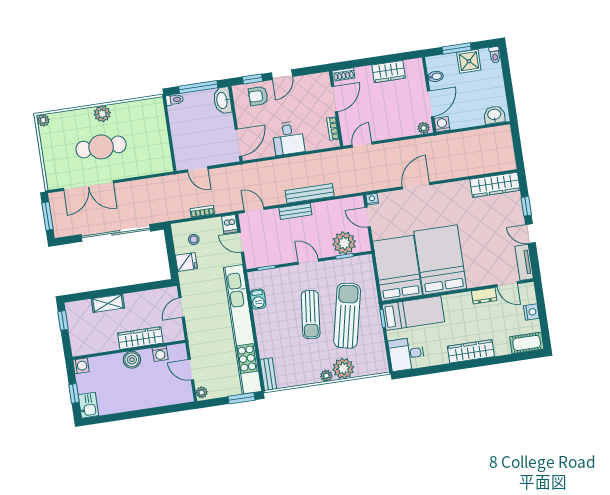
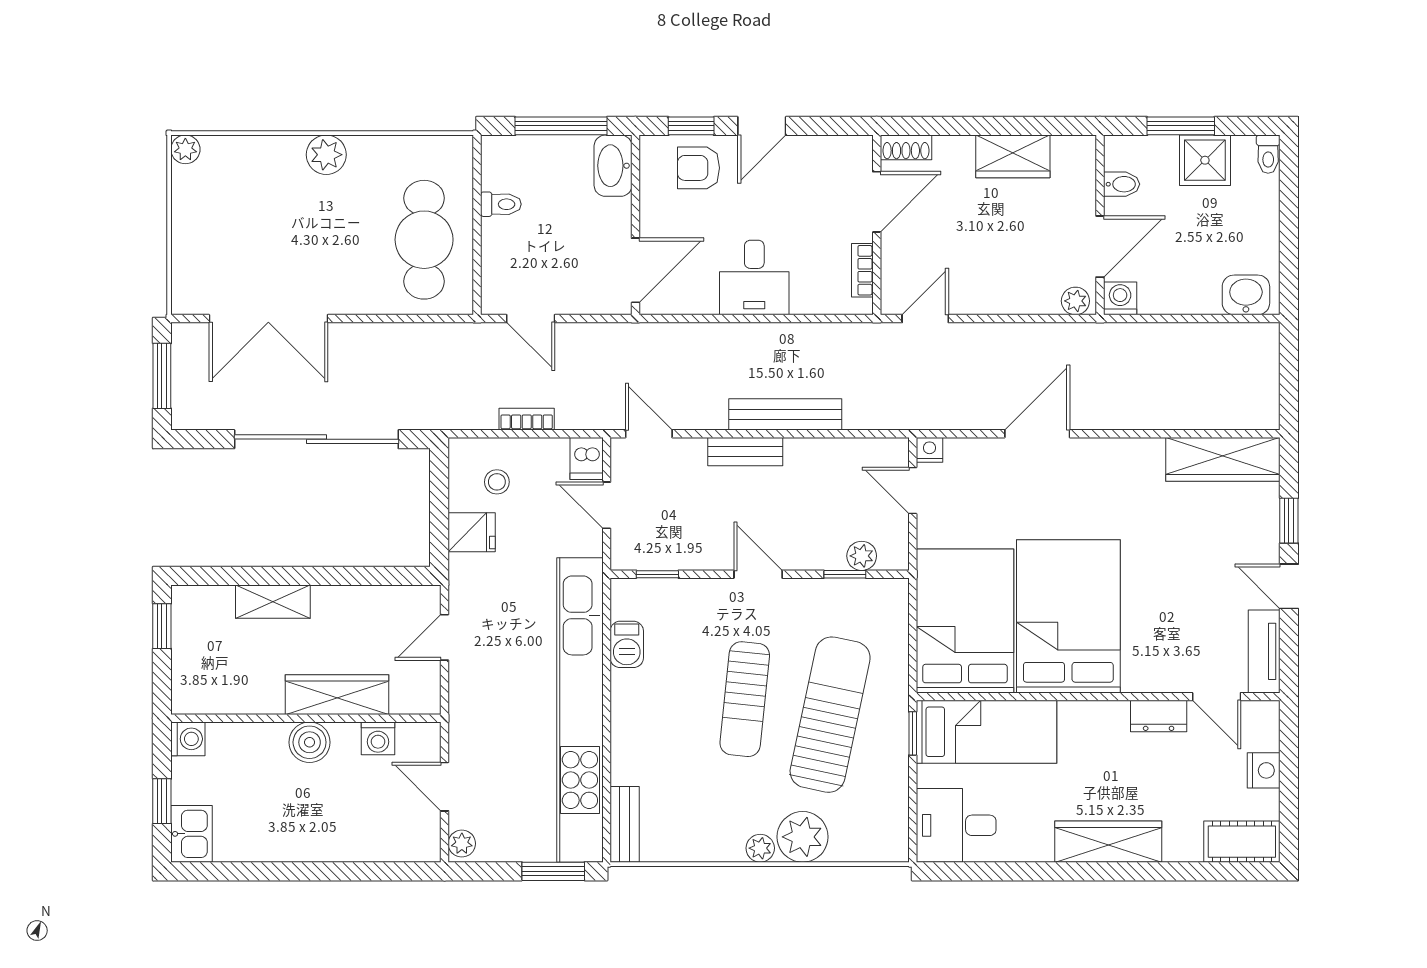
toilet: (175, 100) -> (501, 204), moved
cafe table: (101, 147) -> (424, 240), moved, turned 90
plant: (344, 243) -> (862, 556), width x0.53, depth x0.53

